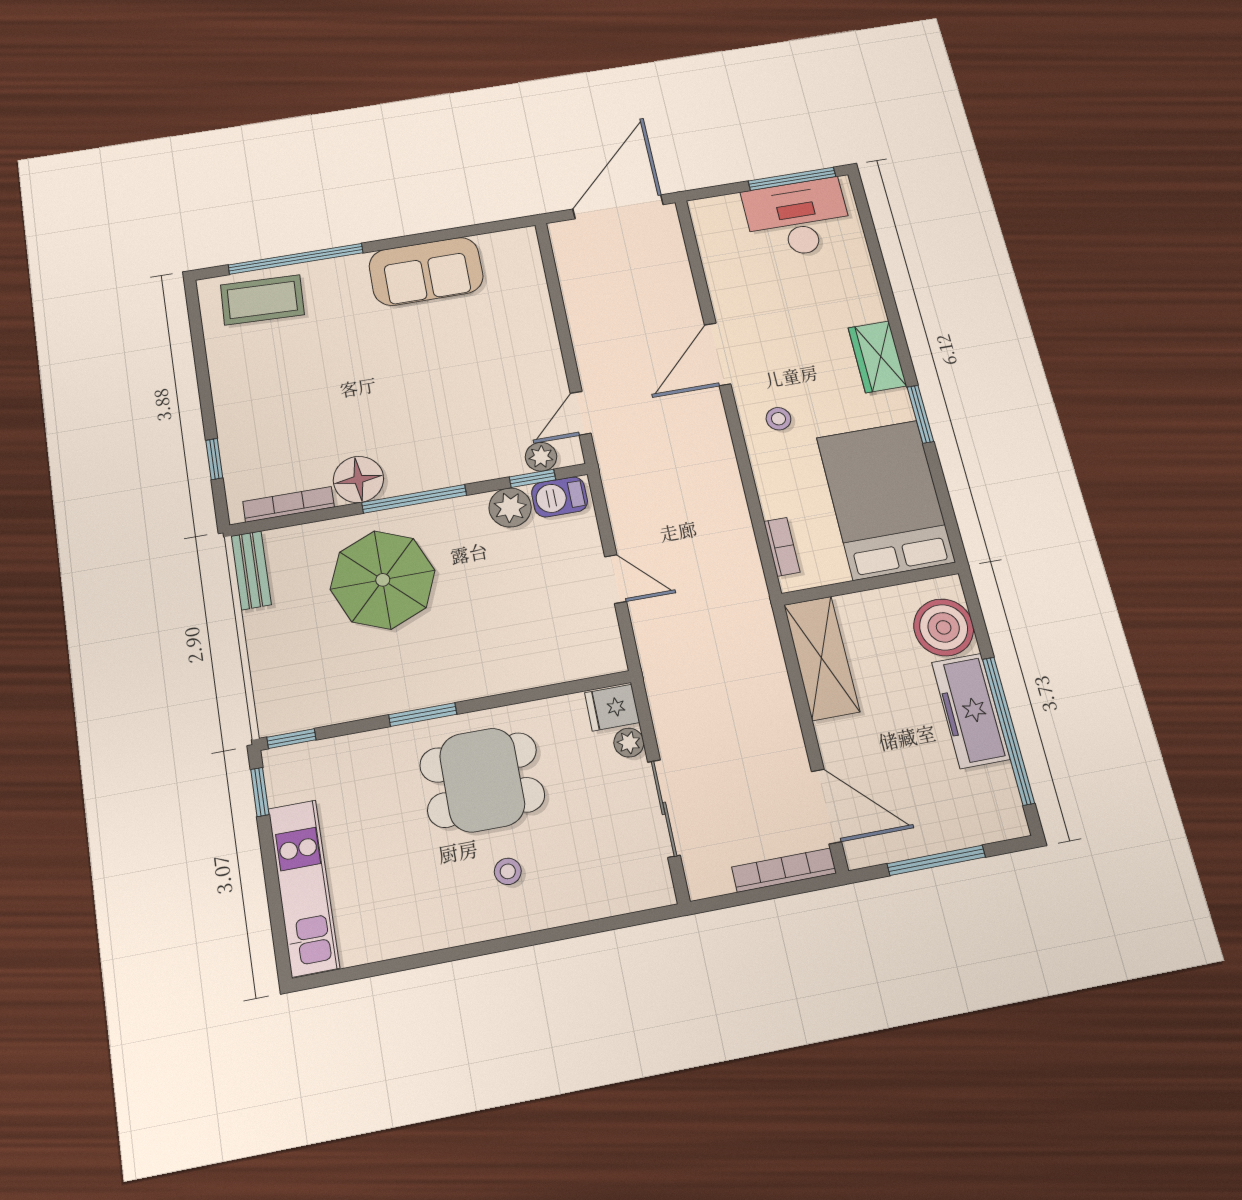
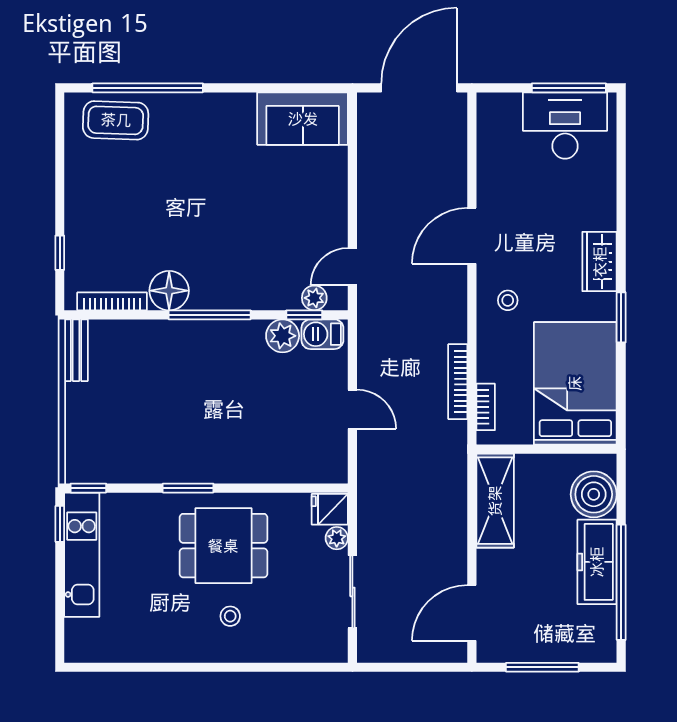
sofa: (426, 271) -> (303, 119), moved
parasol: (383, 580) -> (175, 377), removed
door: (826, 806) -> (472, 613), swing flipped
bookcase: (784, 870) -> (458, 382), moved, turned -90
kitchen unit: (304, 887) -> (82, 555), moved

